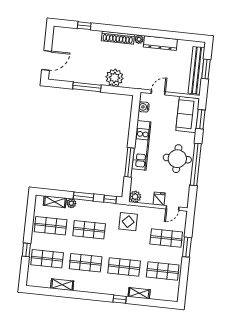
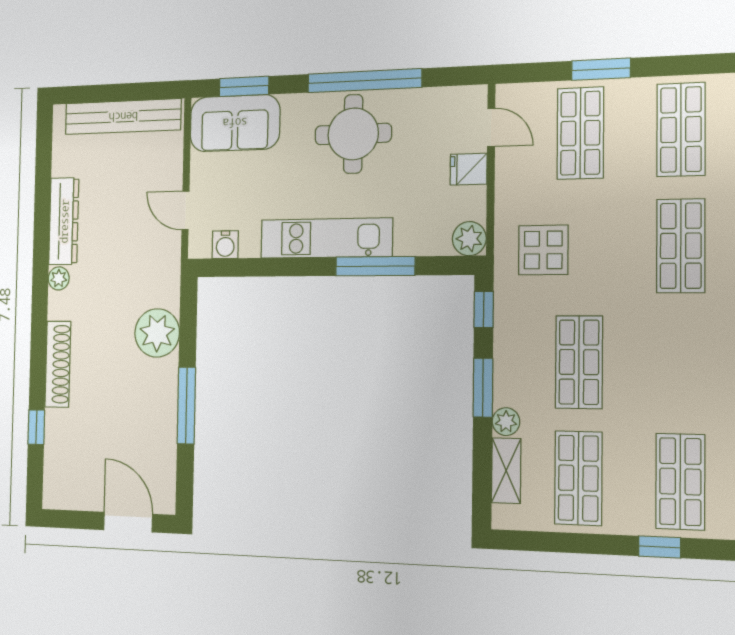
shoe rack: (118, 38) -> (58, 364), moved
window: (206, 69) -> (118, 93), removed
shop shelf: (86, 263) -> (680, 363), removed

